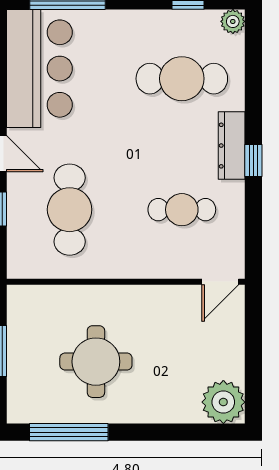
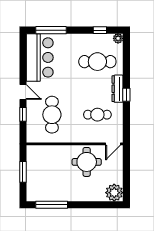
round table: (96, 362) -> (87, 162), moved

